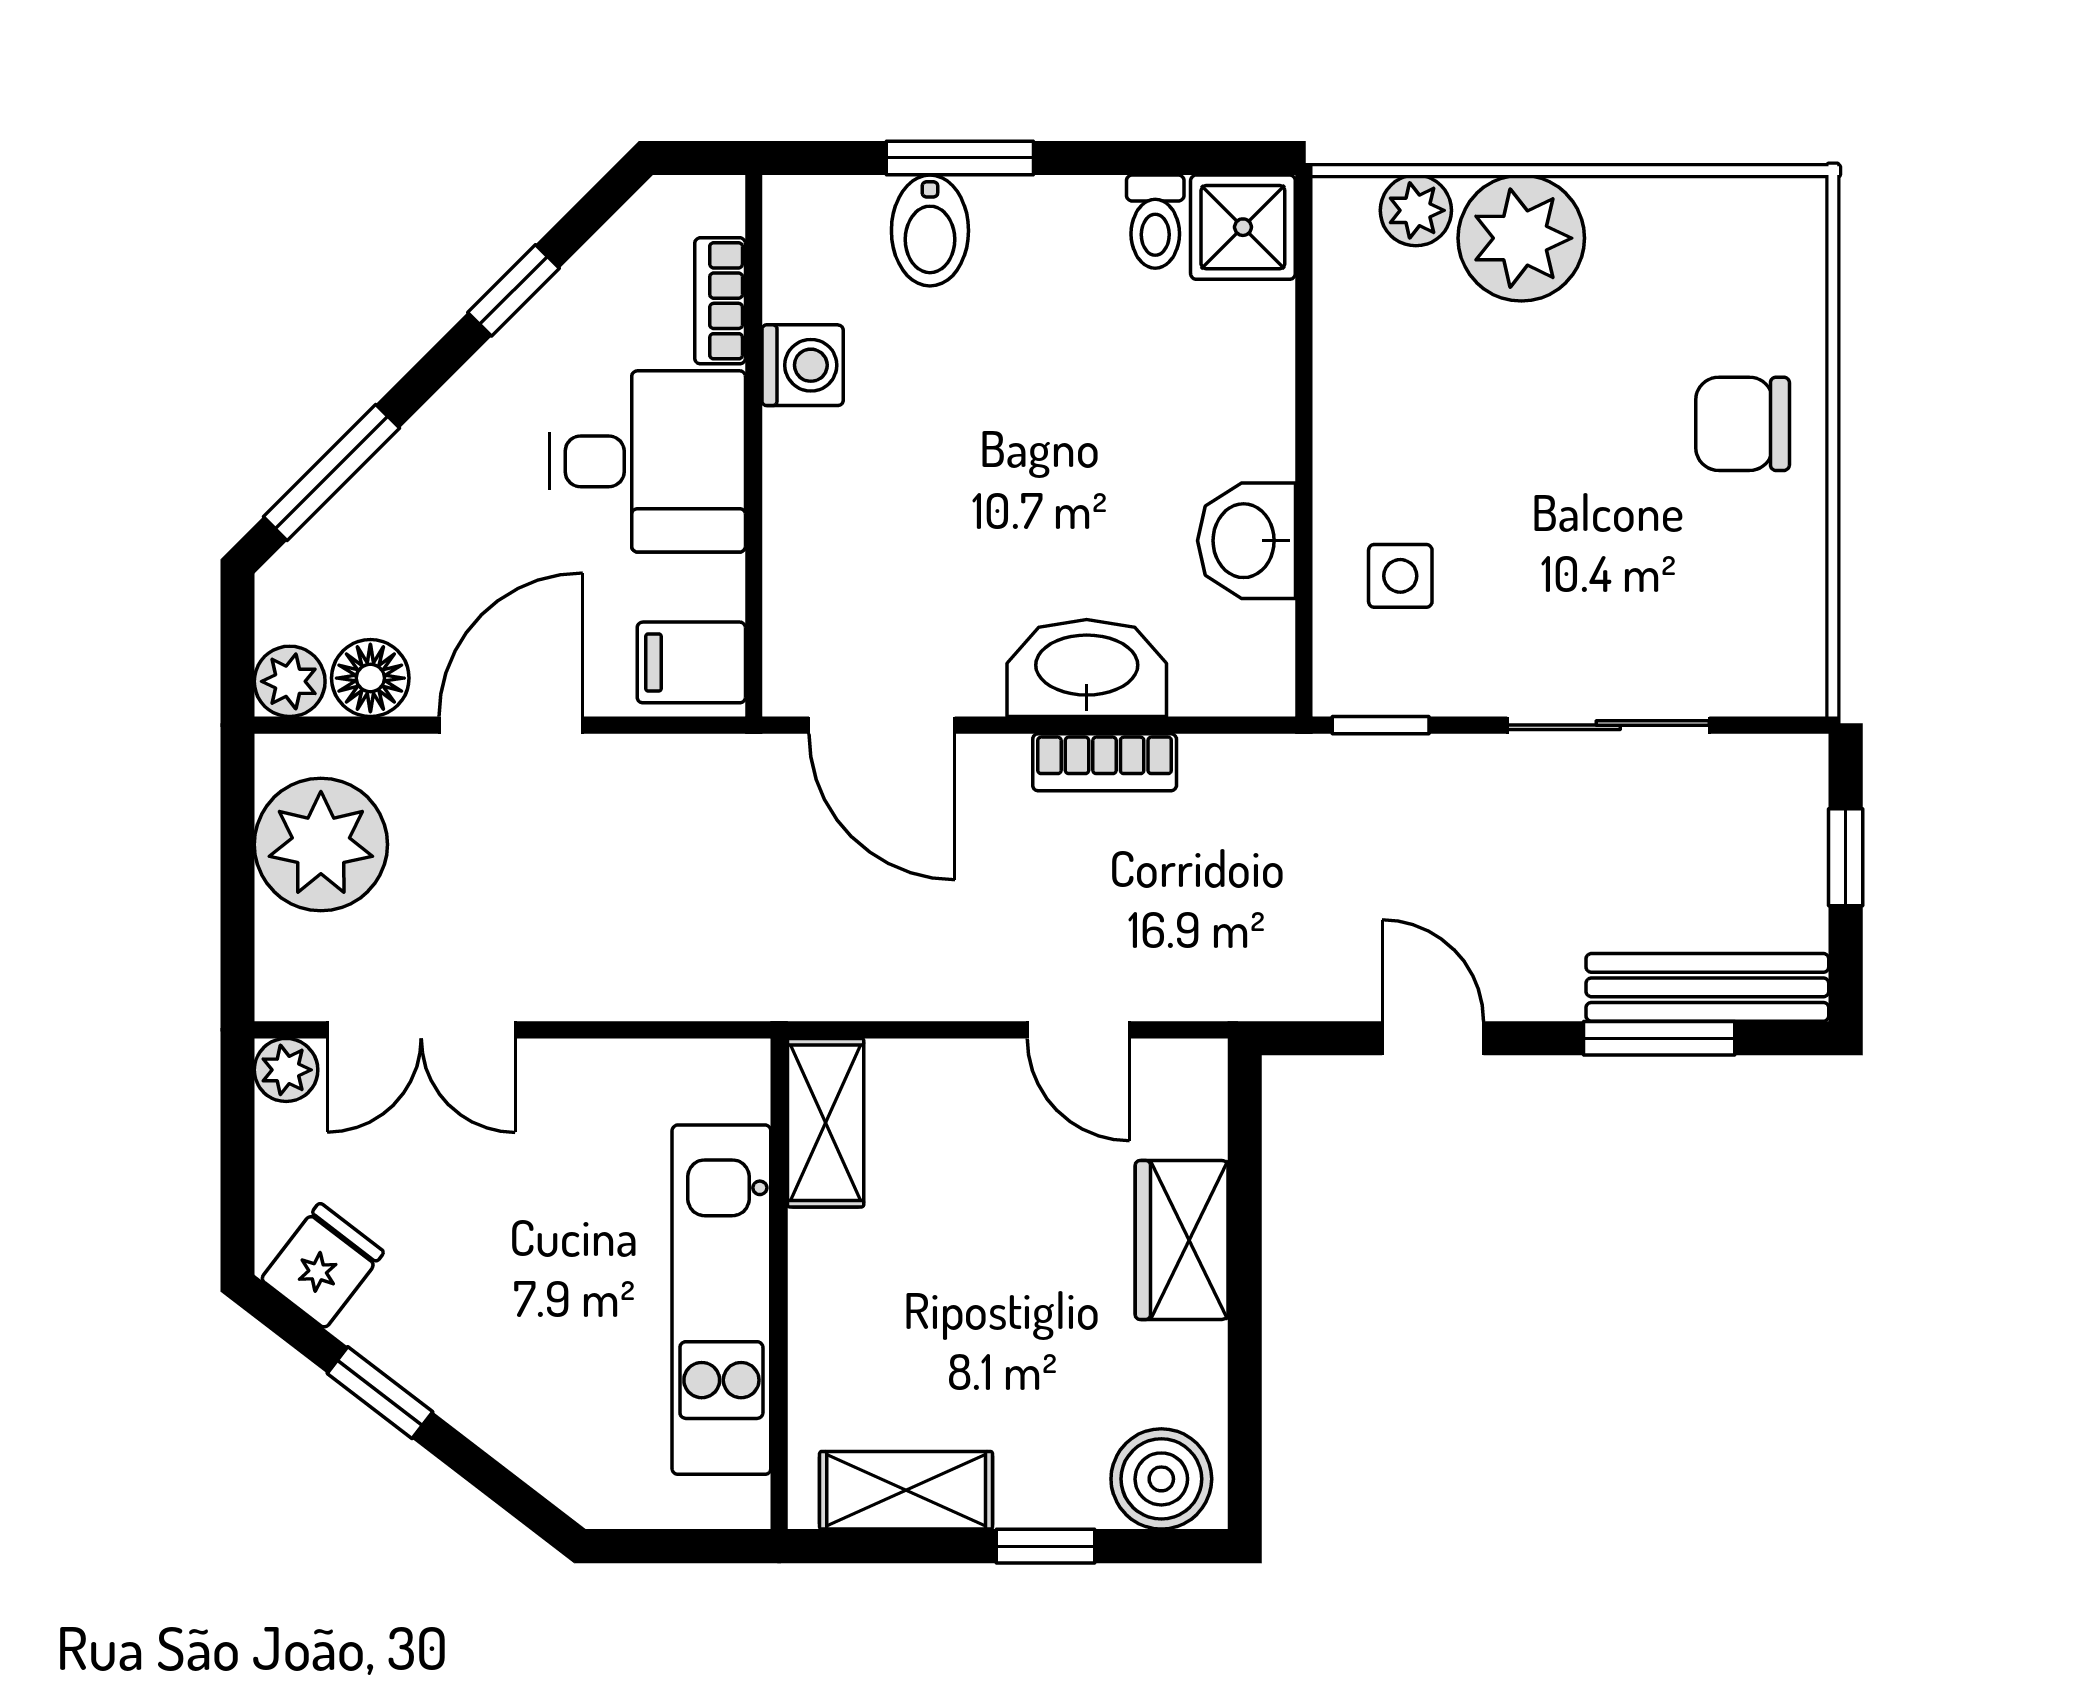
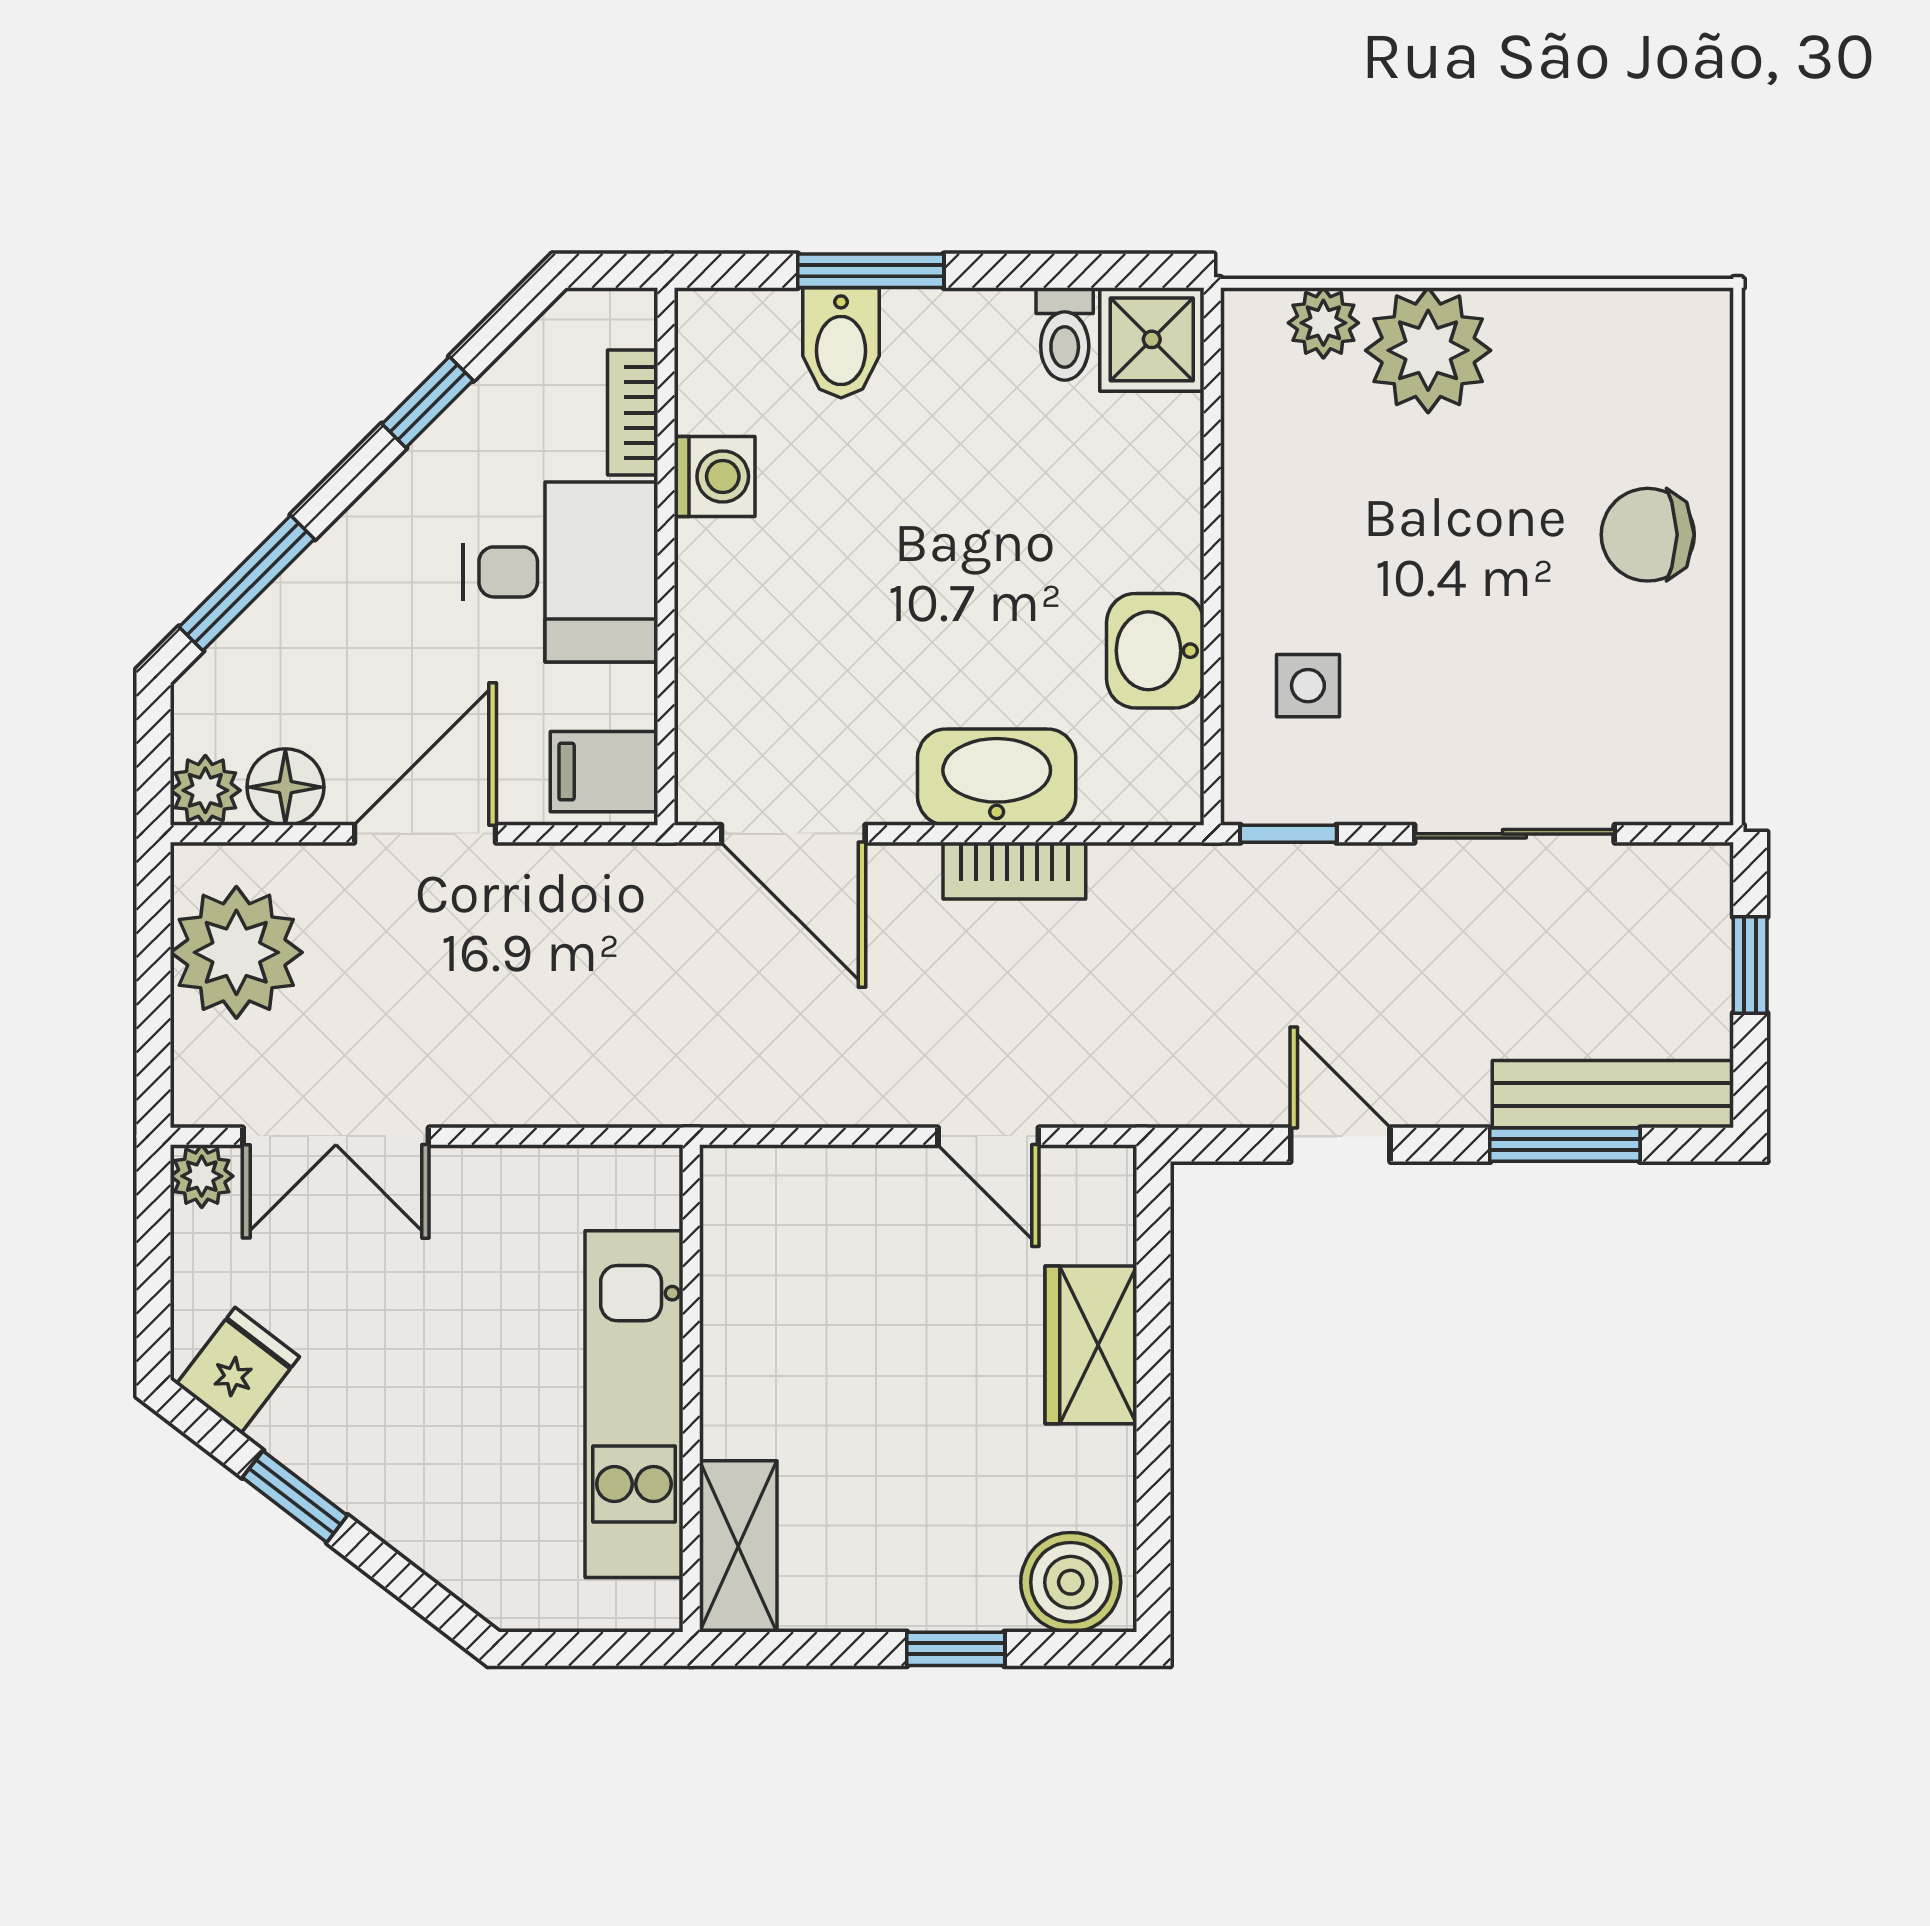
shelving: (826, 1123) -> (737, 1228), removed
shelving: (906, 1490) -> (738, 1546), moved, turned 90

